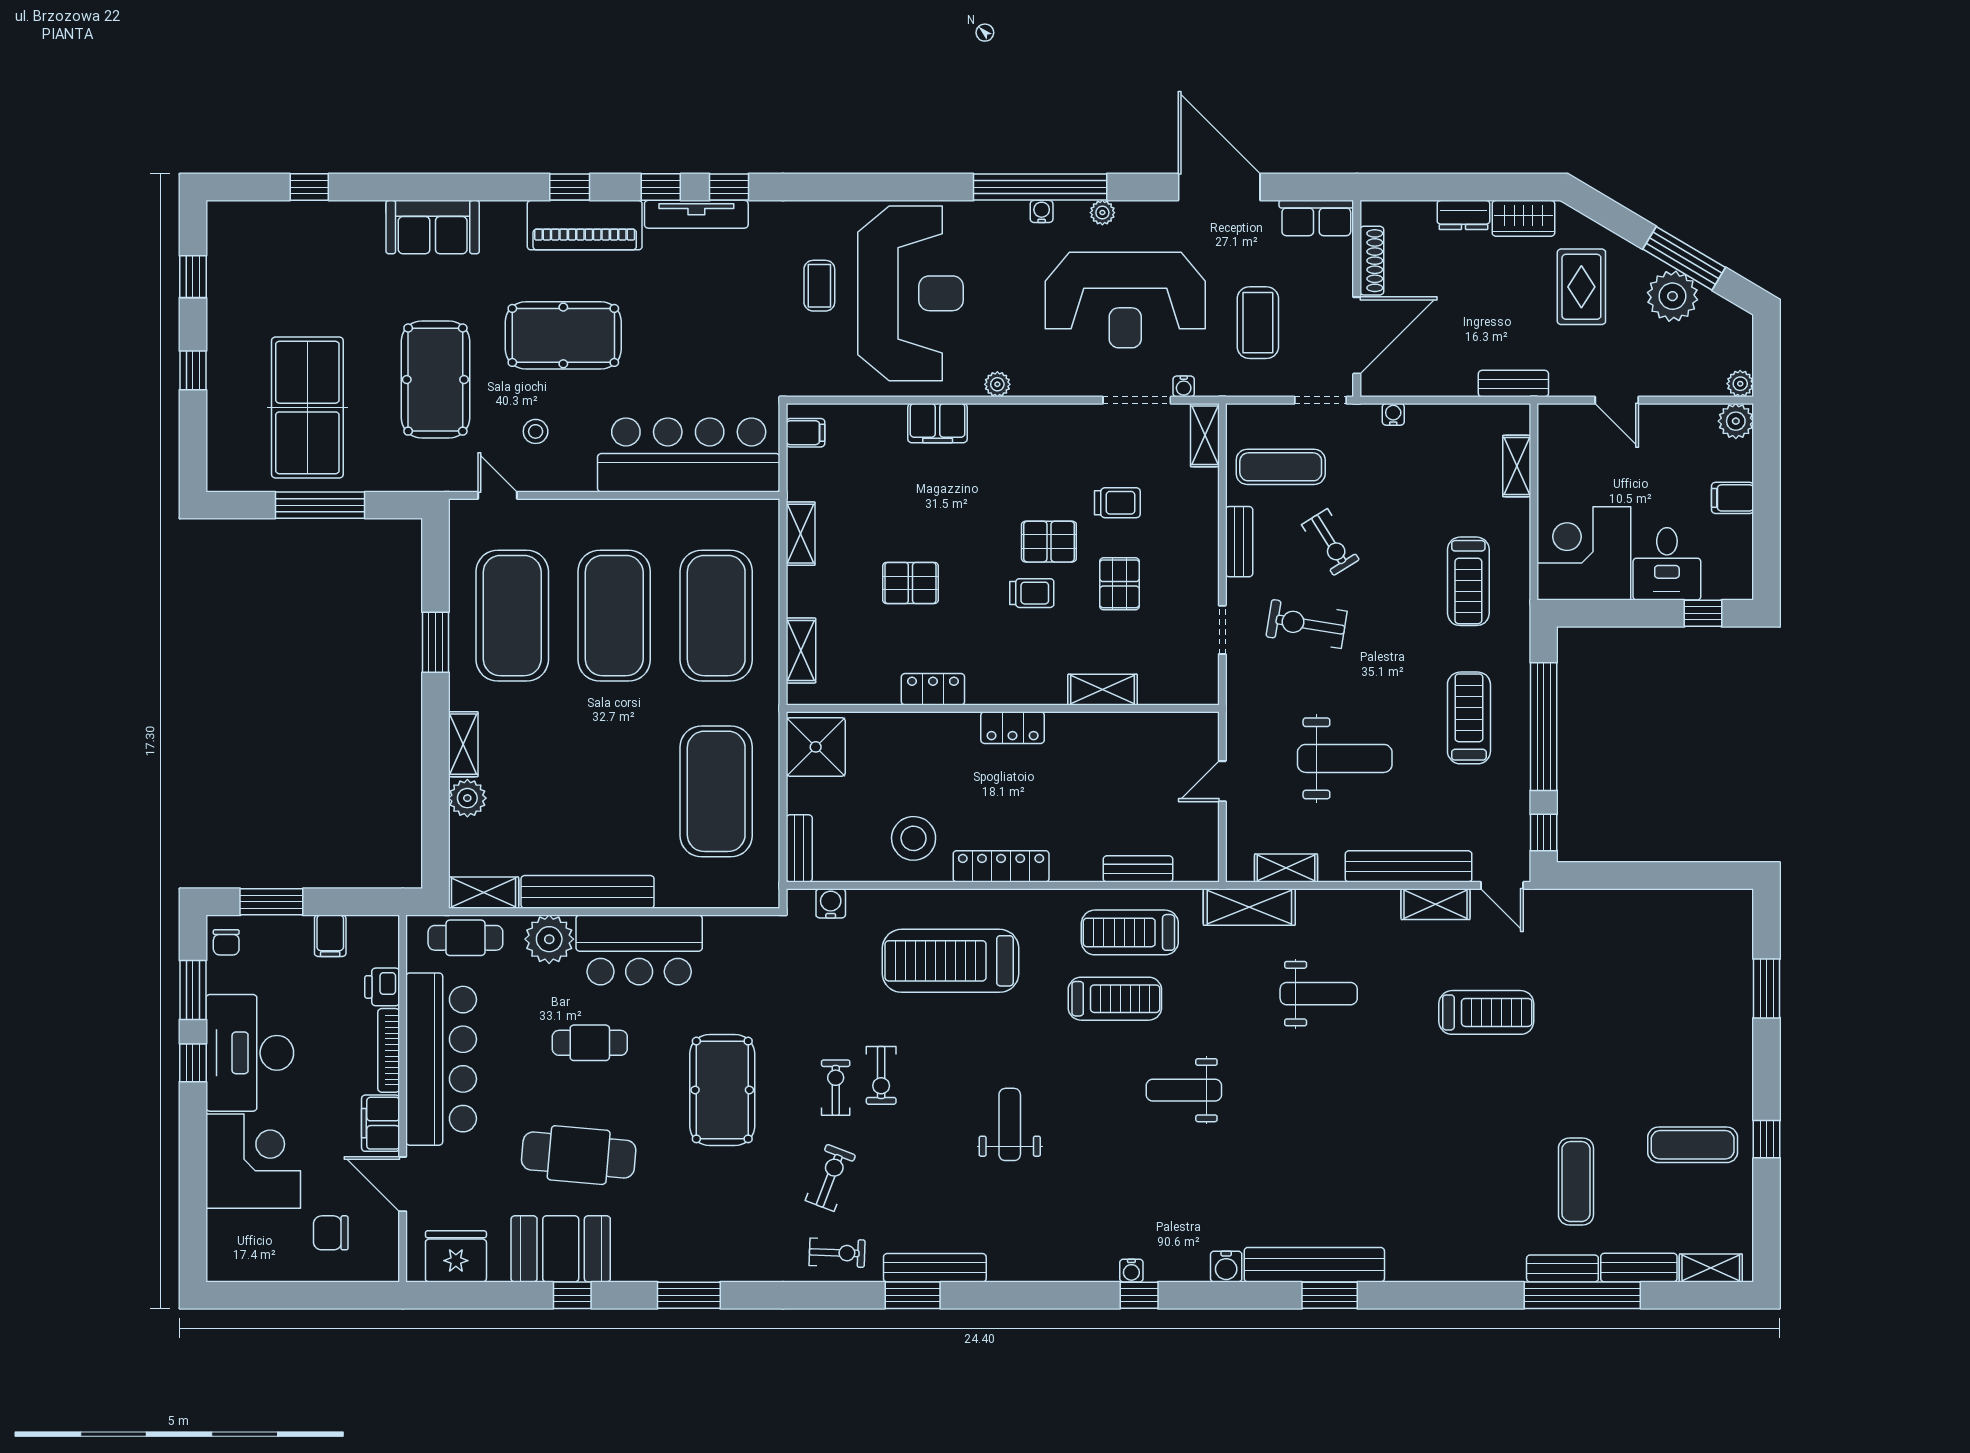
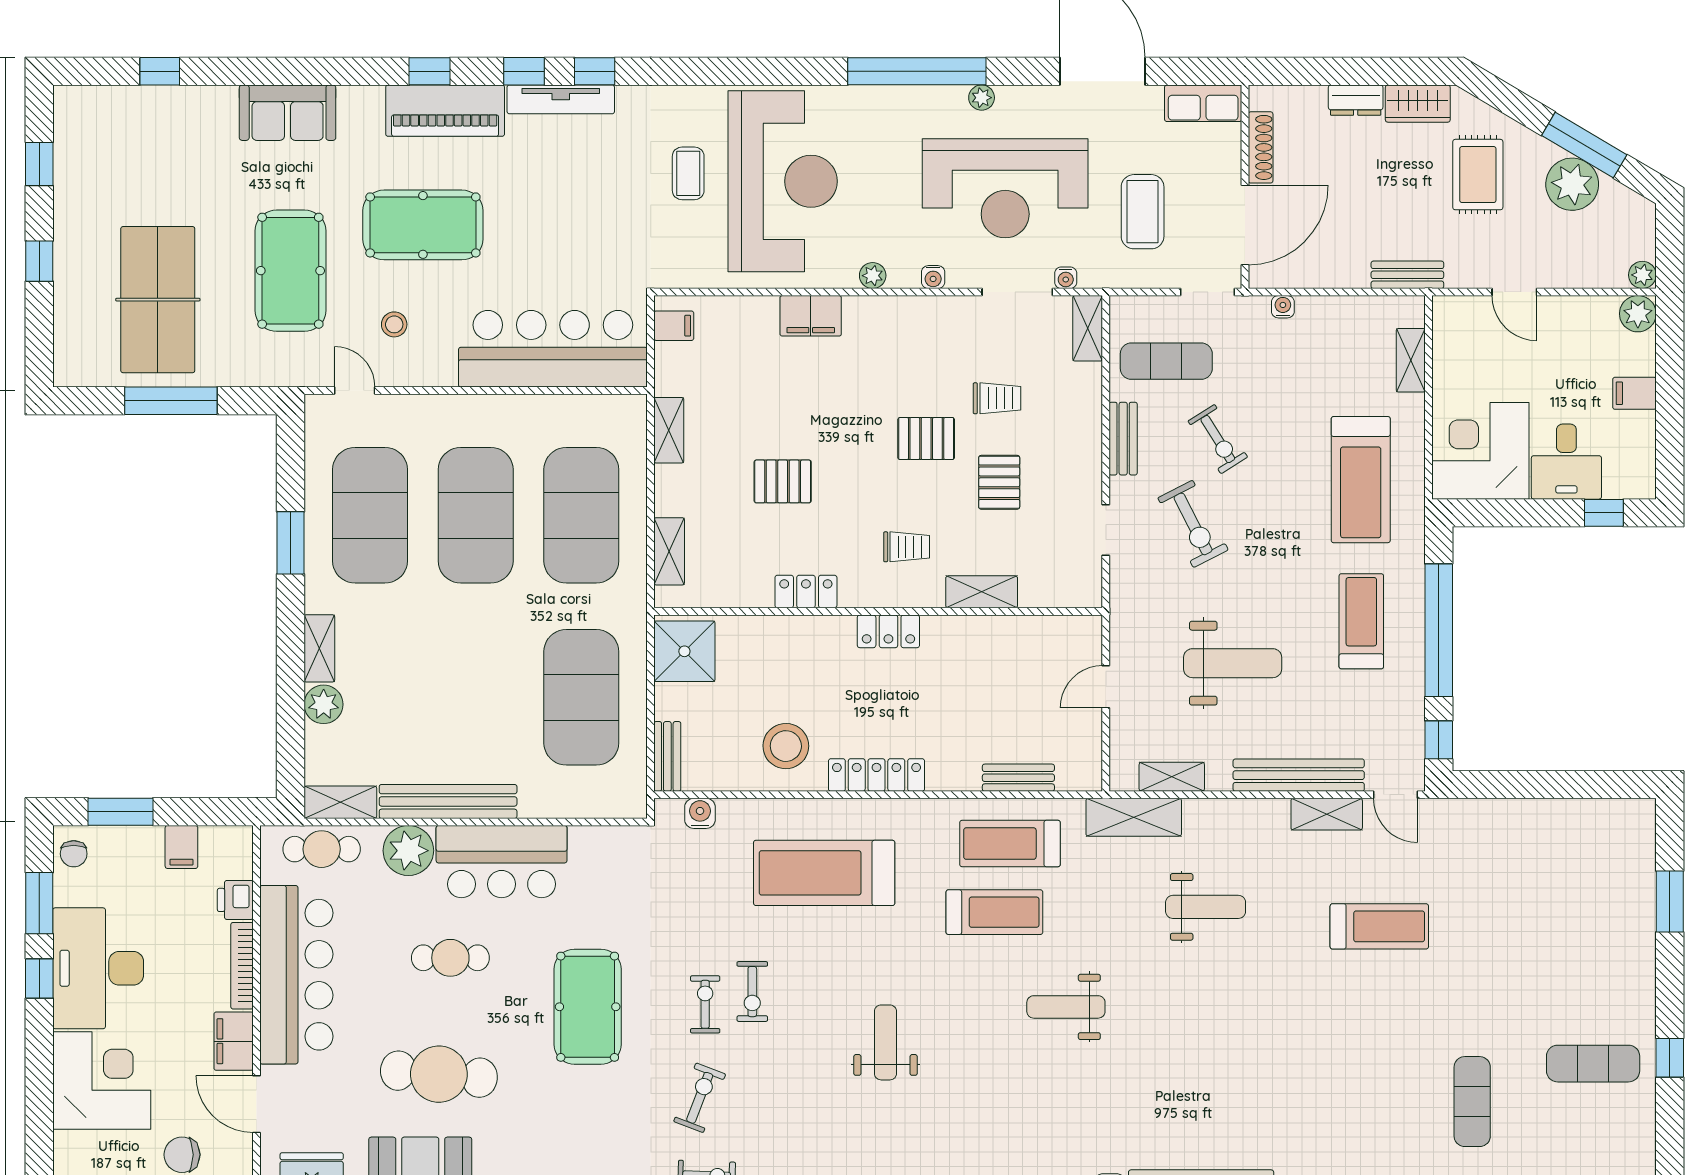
water cooler: (1042, 211) -> (933, 277), moved, turned 180
treadmill: (1468, 581) -> (1361, 480), width x1.37, depth x1.38
trolley: (1032, 593) -> (907, 547), moved
exercise bike: (1307, 624) -> (1193, 524), turned -126

